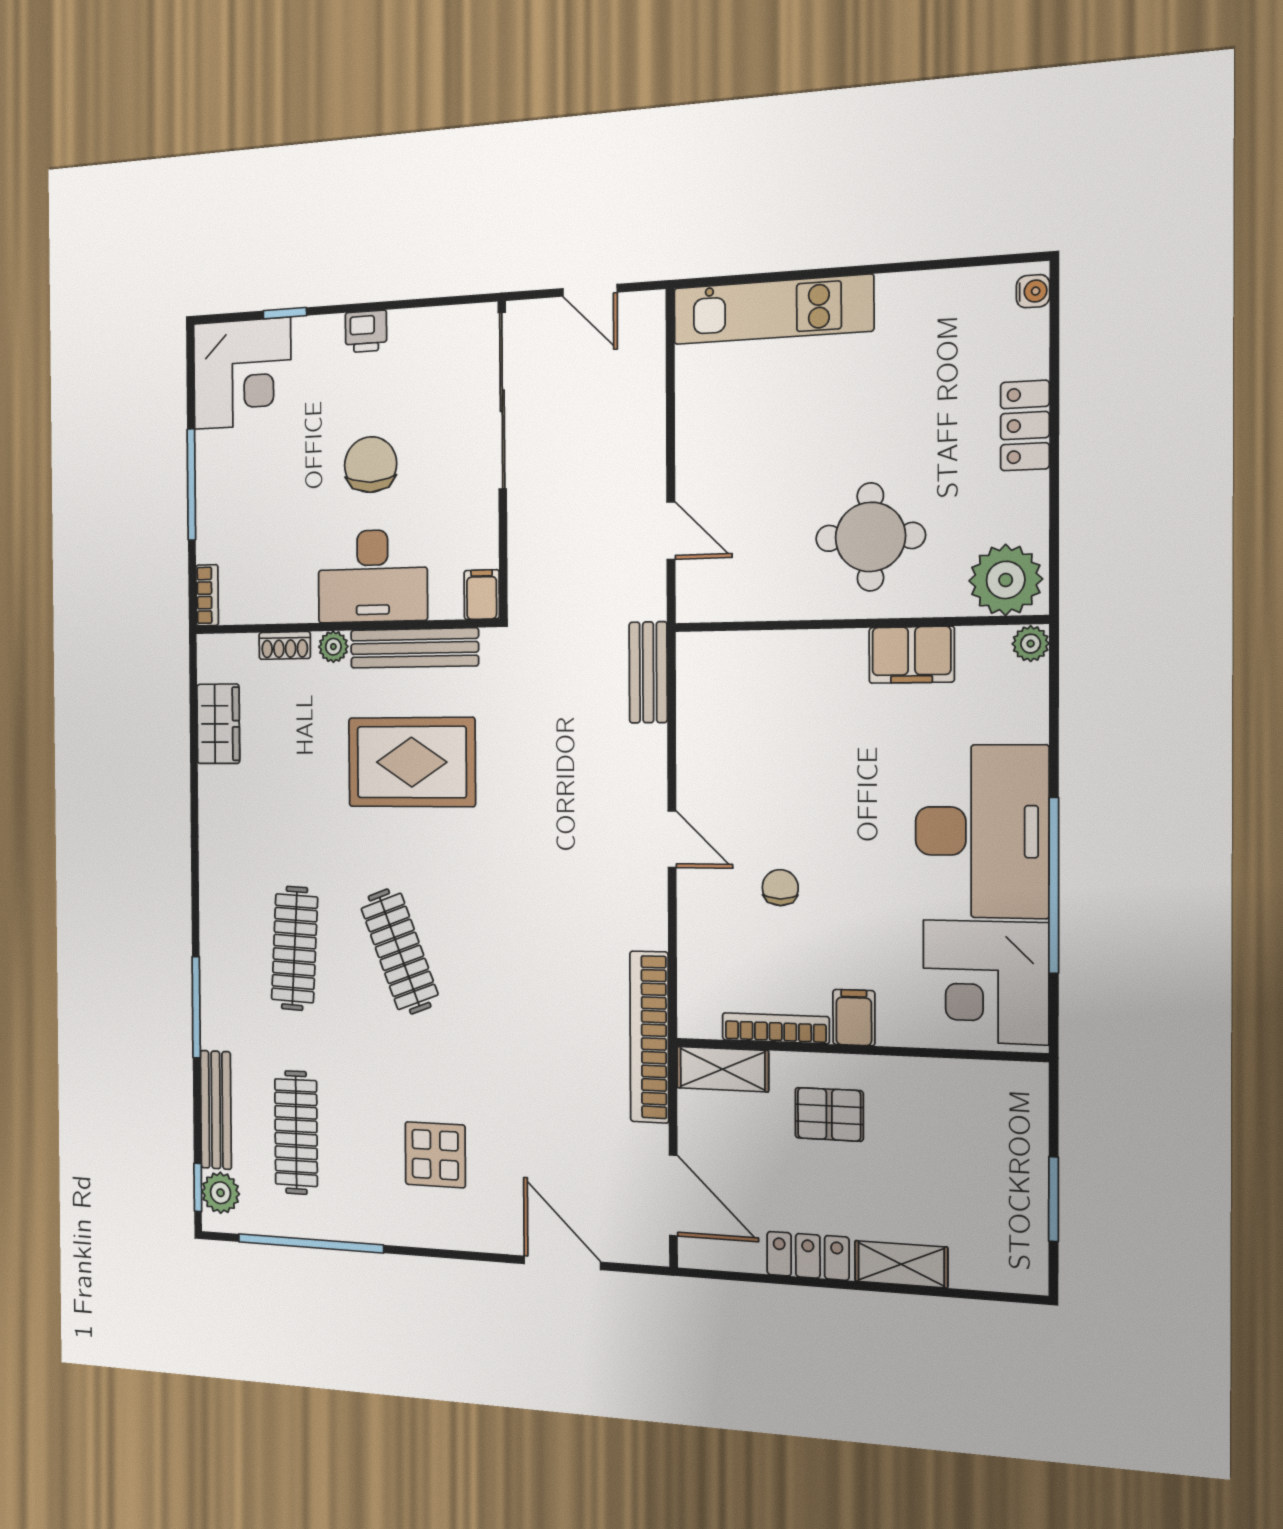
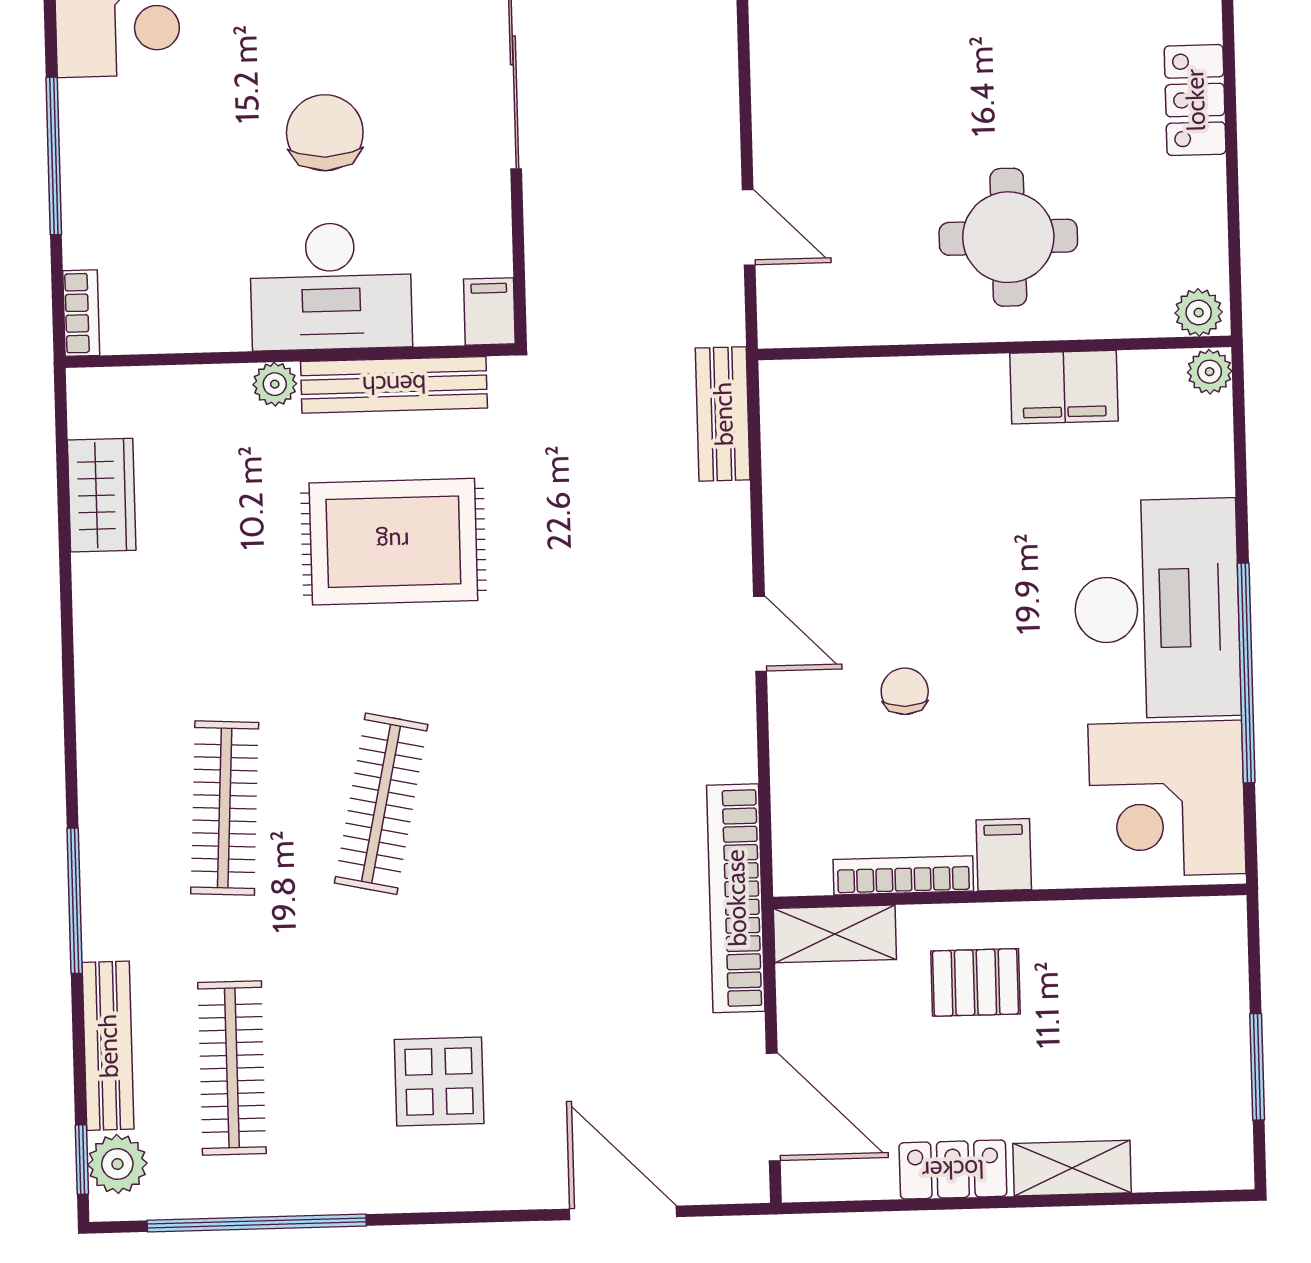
plant: (1006, 580) -> (1199, 313), width x0.53, depth x0.53
shoe rack: (285, 645) -> (202, 383), removed
clothes rail: (399, 951) -> (381, 804), turned 33

